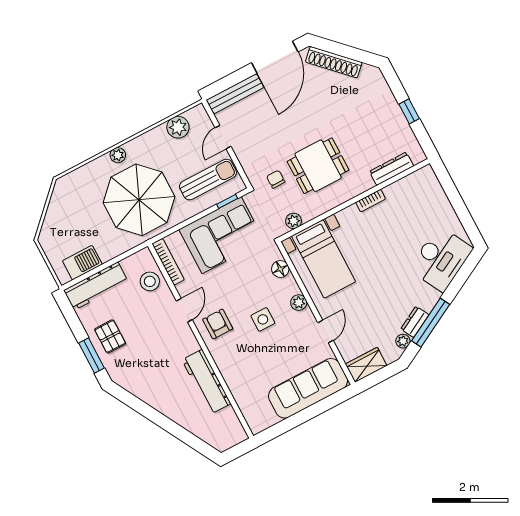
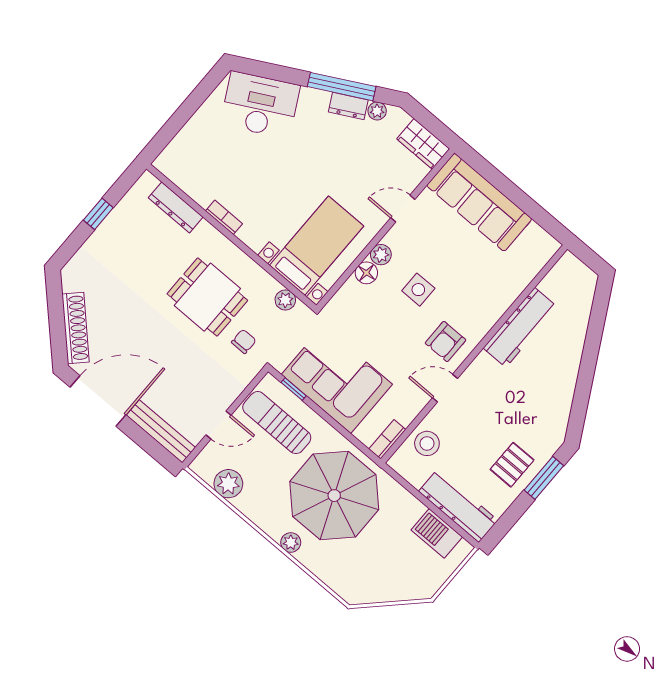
chair: (276, 179) -> (244, 341), turned 180
bookcase: (168, 262) -> (387, 439), width x0.64
floor lamp: (280, 269) -> (366, 273), moved

